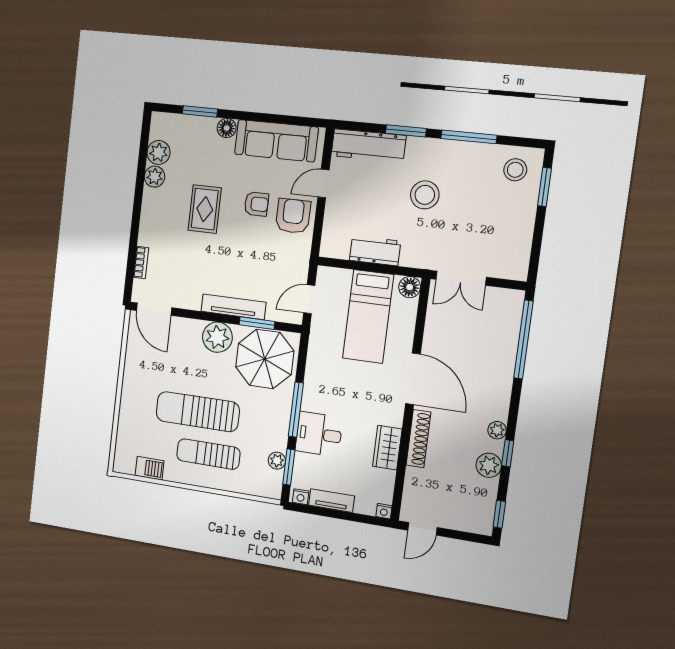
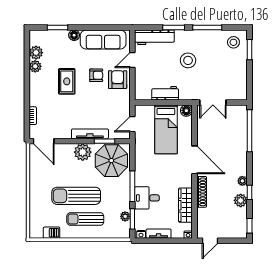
wardrobe: (387, 448) -> (185, 205), width x1.50

